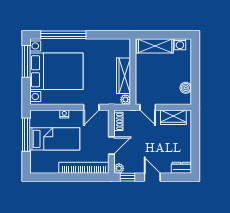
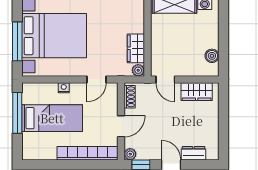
window: (26, 61) -> (17, 41), moved
wardrobe: (124, 76) -> (136, 48), width x0.67
dresser: (181, 168) -> (193, 153), moved

